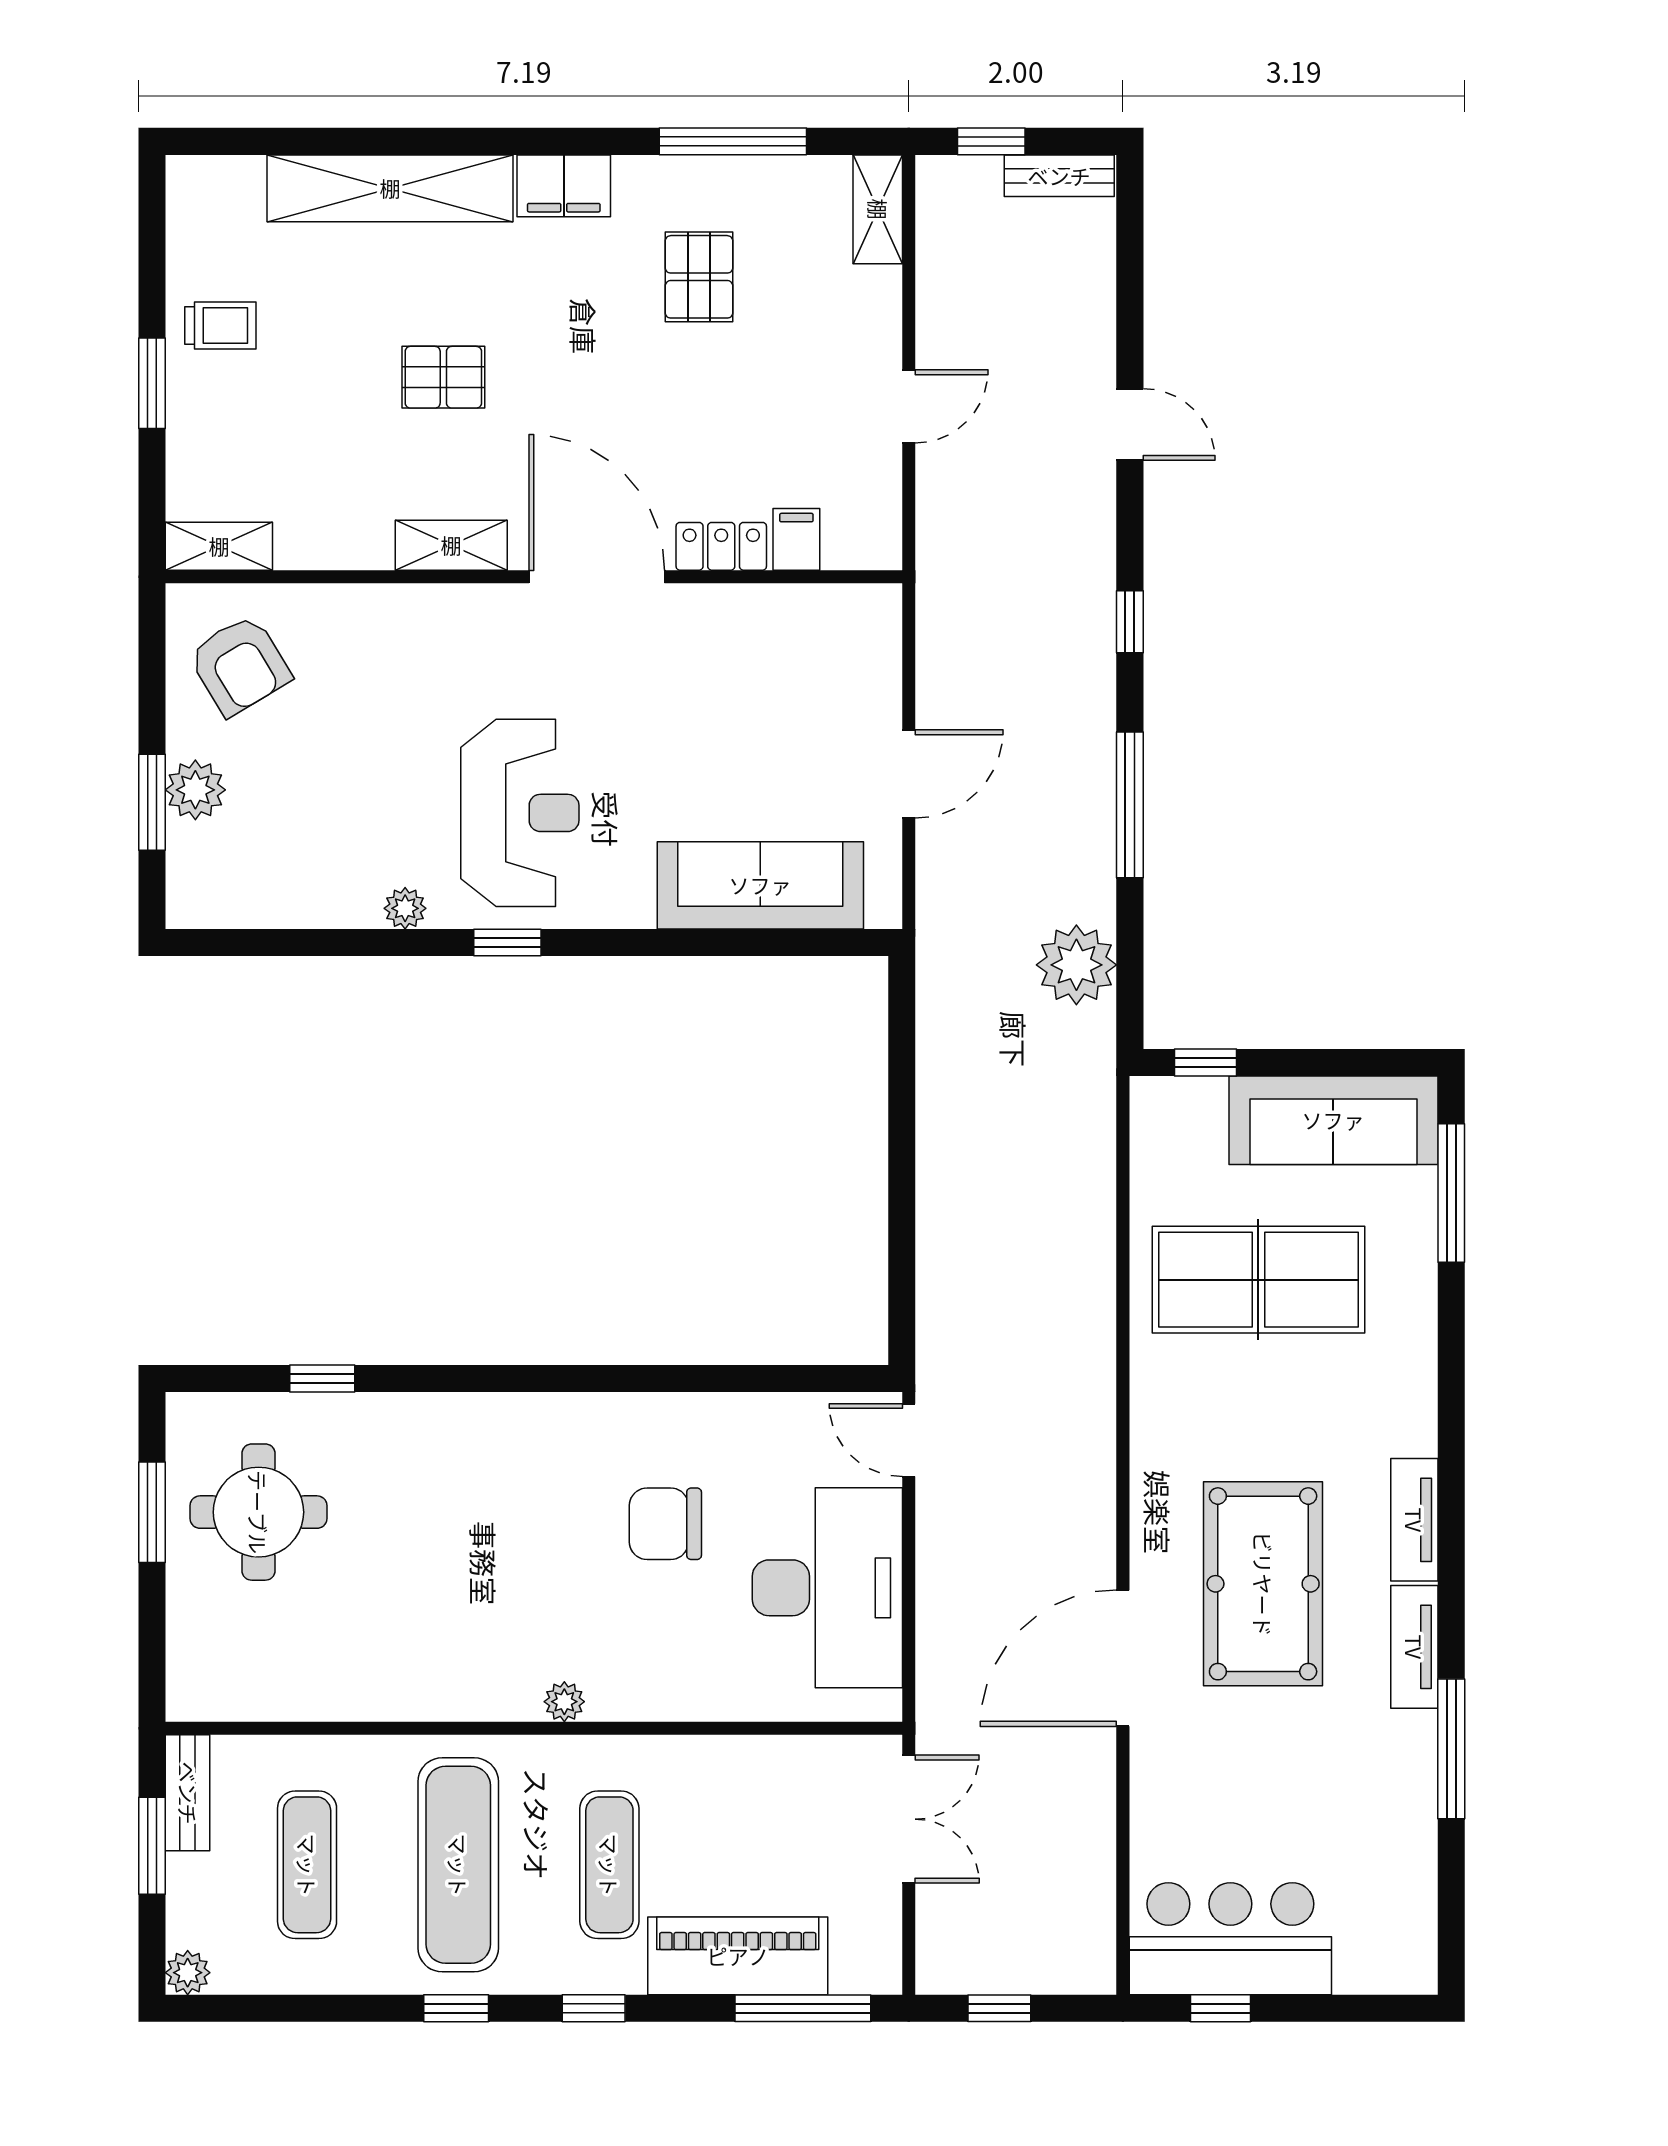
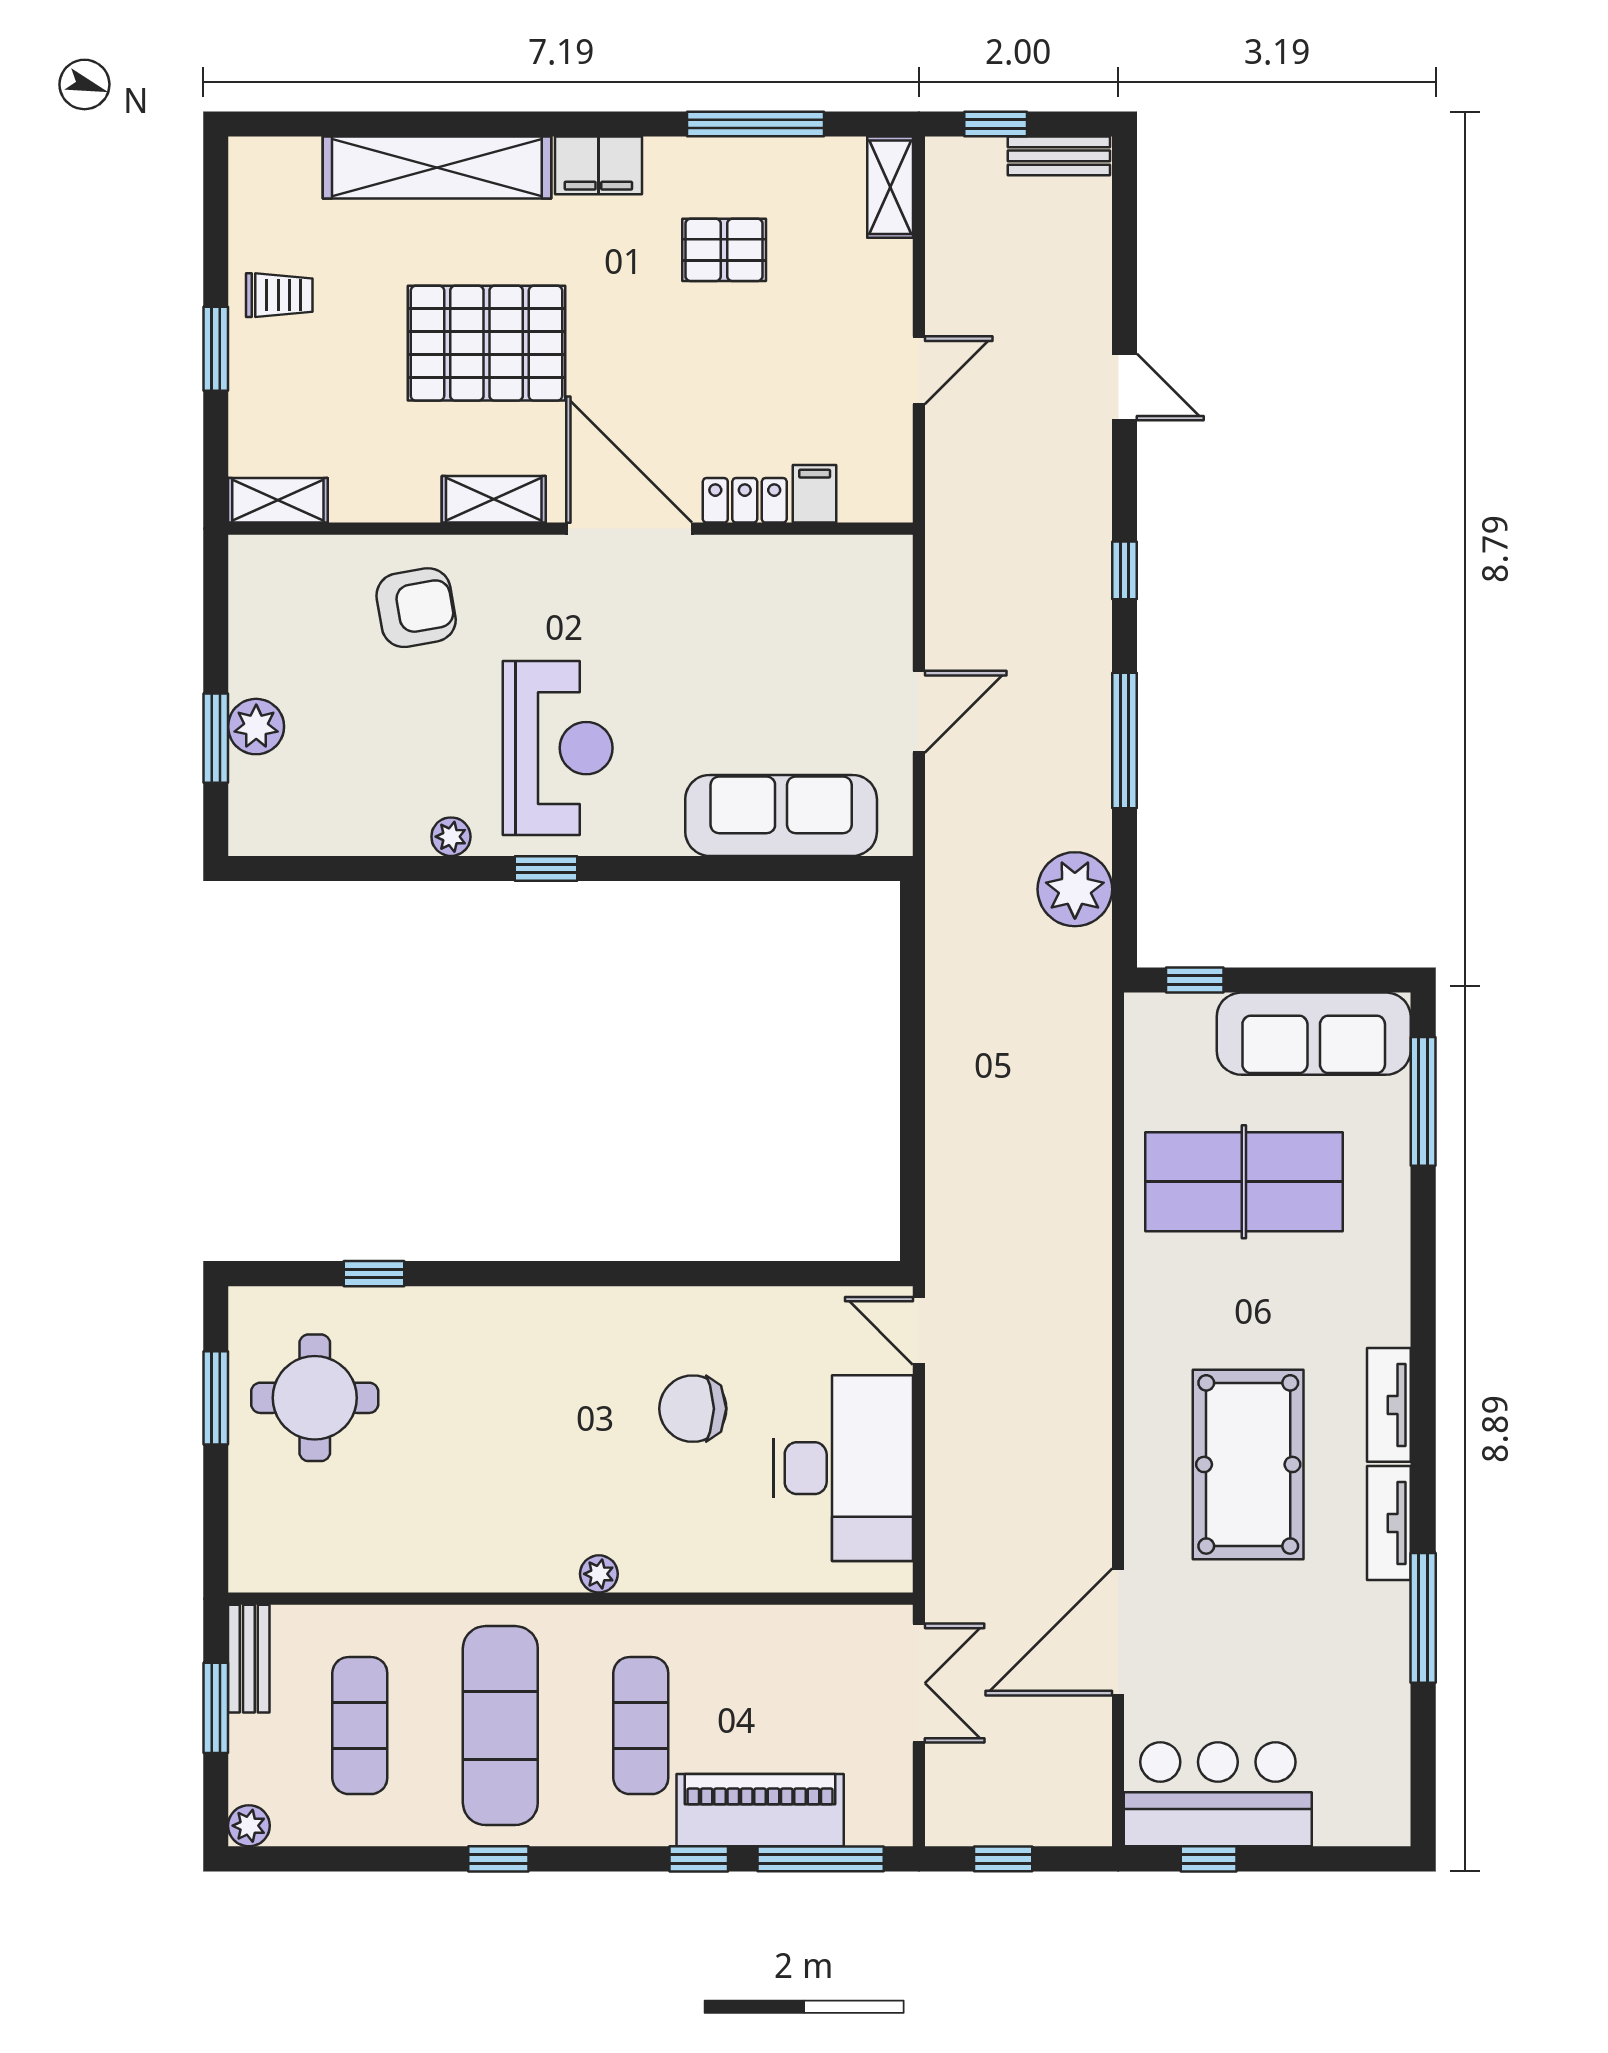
pallet: (699, 277) -> (724, 250), turned 90
pallet: (443, 377) -> (487, 343), width x2.05, depth x2.00
armchair: (240, 665) -> (416, 608), moved, turned -69
door: (1123, 1658) -> (1118, 1632), moved
window: (594, 2008) -> (699, 1859), moved

